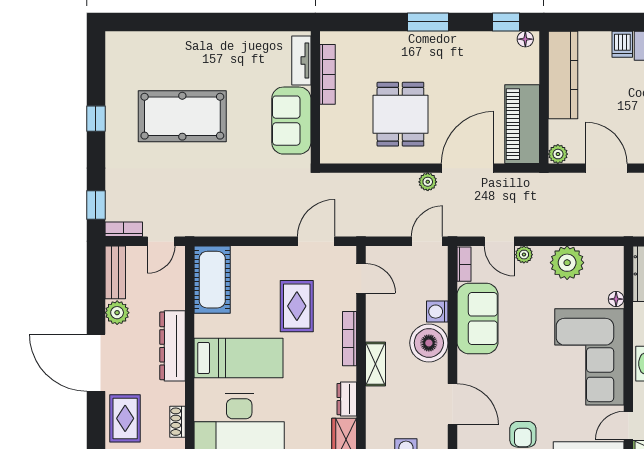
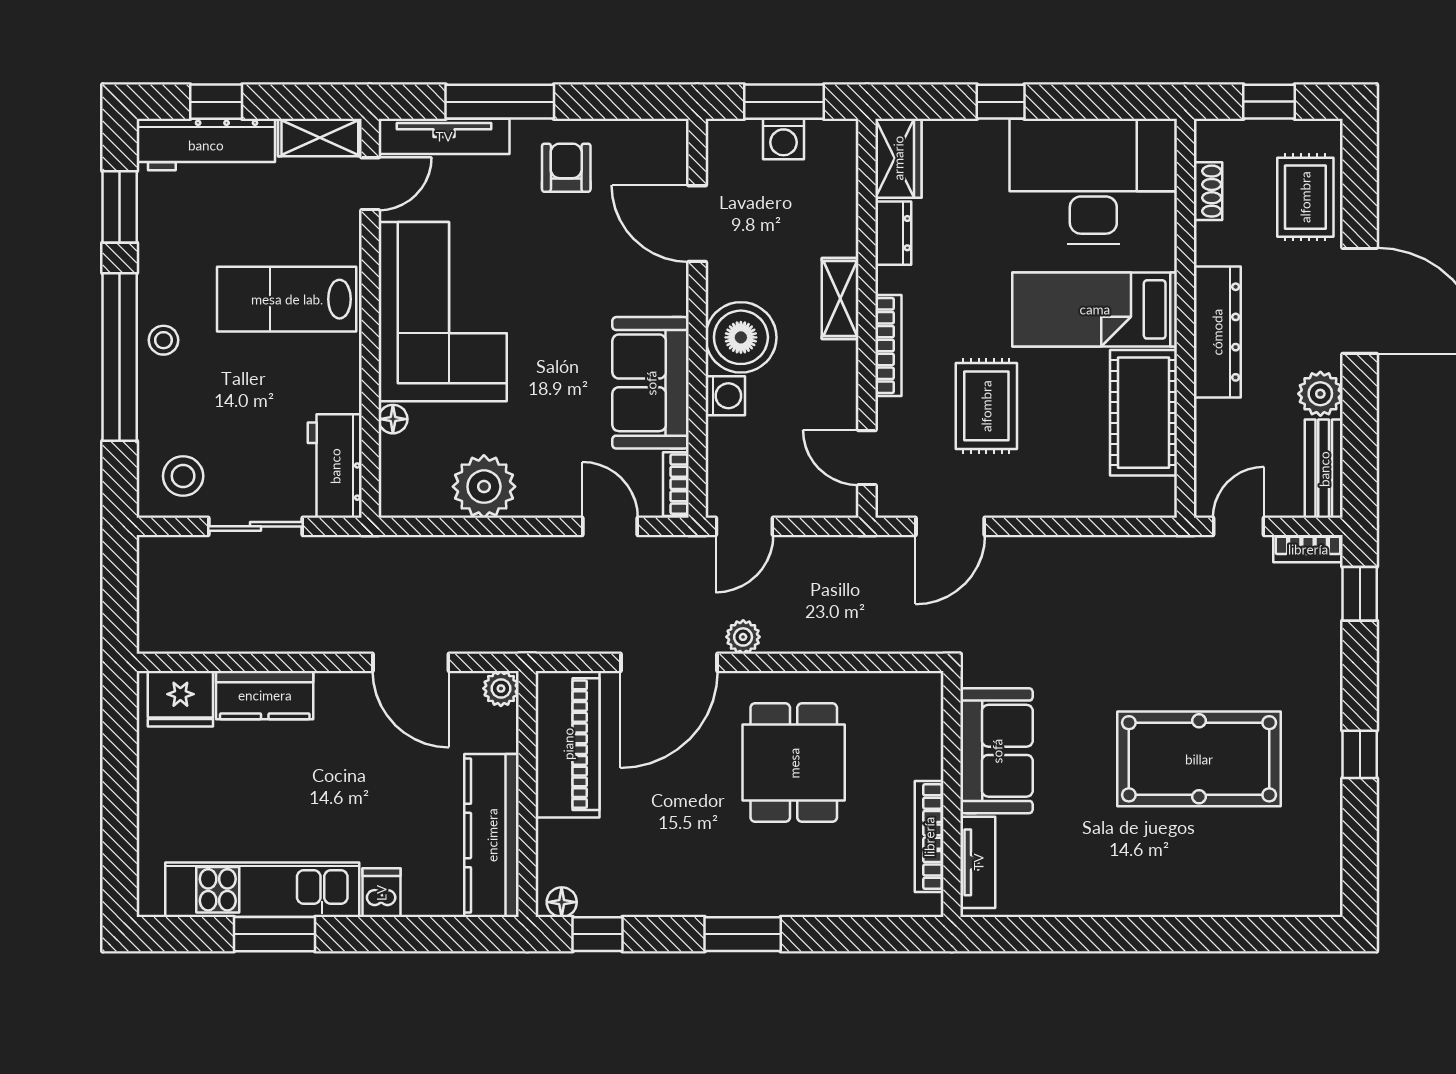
plant: (524, 255) -> (564, 502), removed
cot: (212, 280) -> (1144, 413), moved

